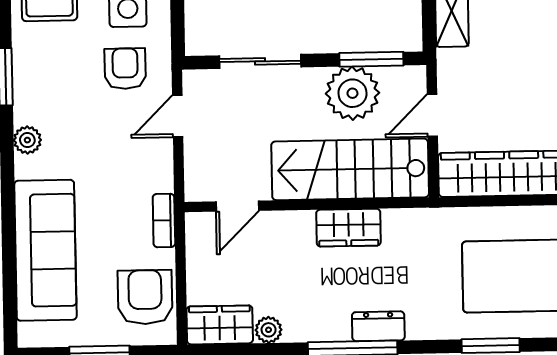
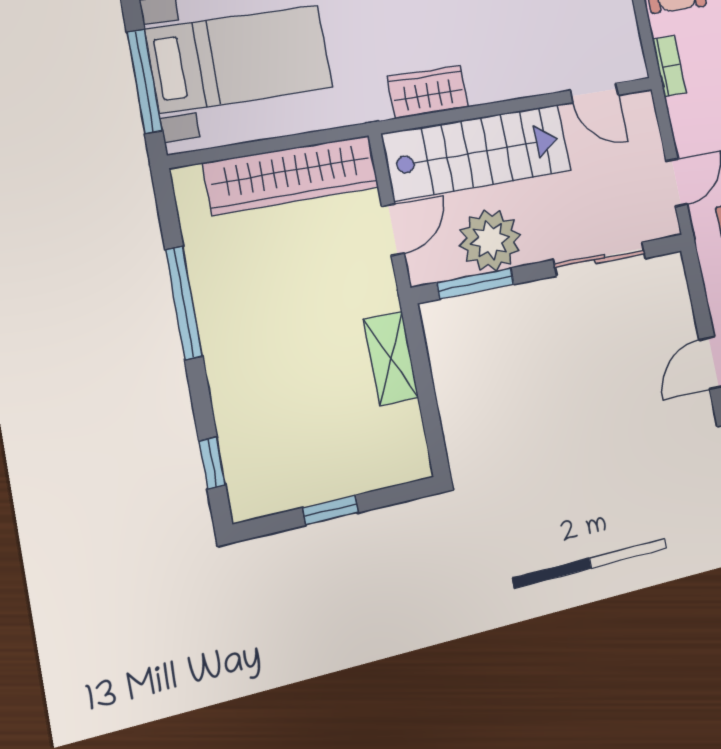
door: (237, 206) -> (595, 93), swing flipped
wardrobe: (348, 228) -> (428, 92), moved

